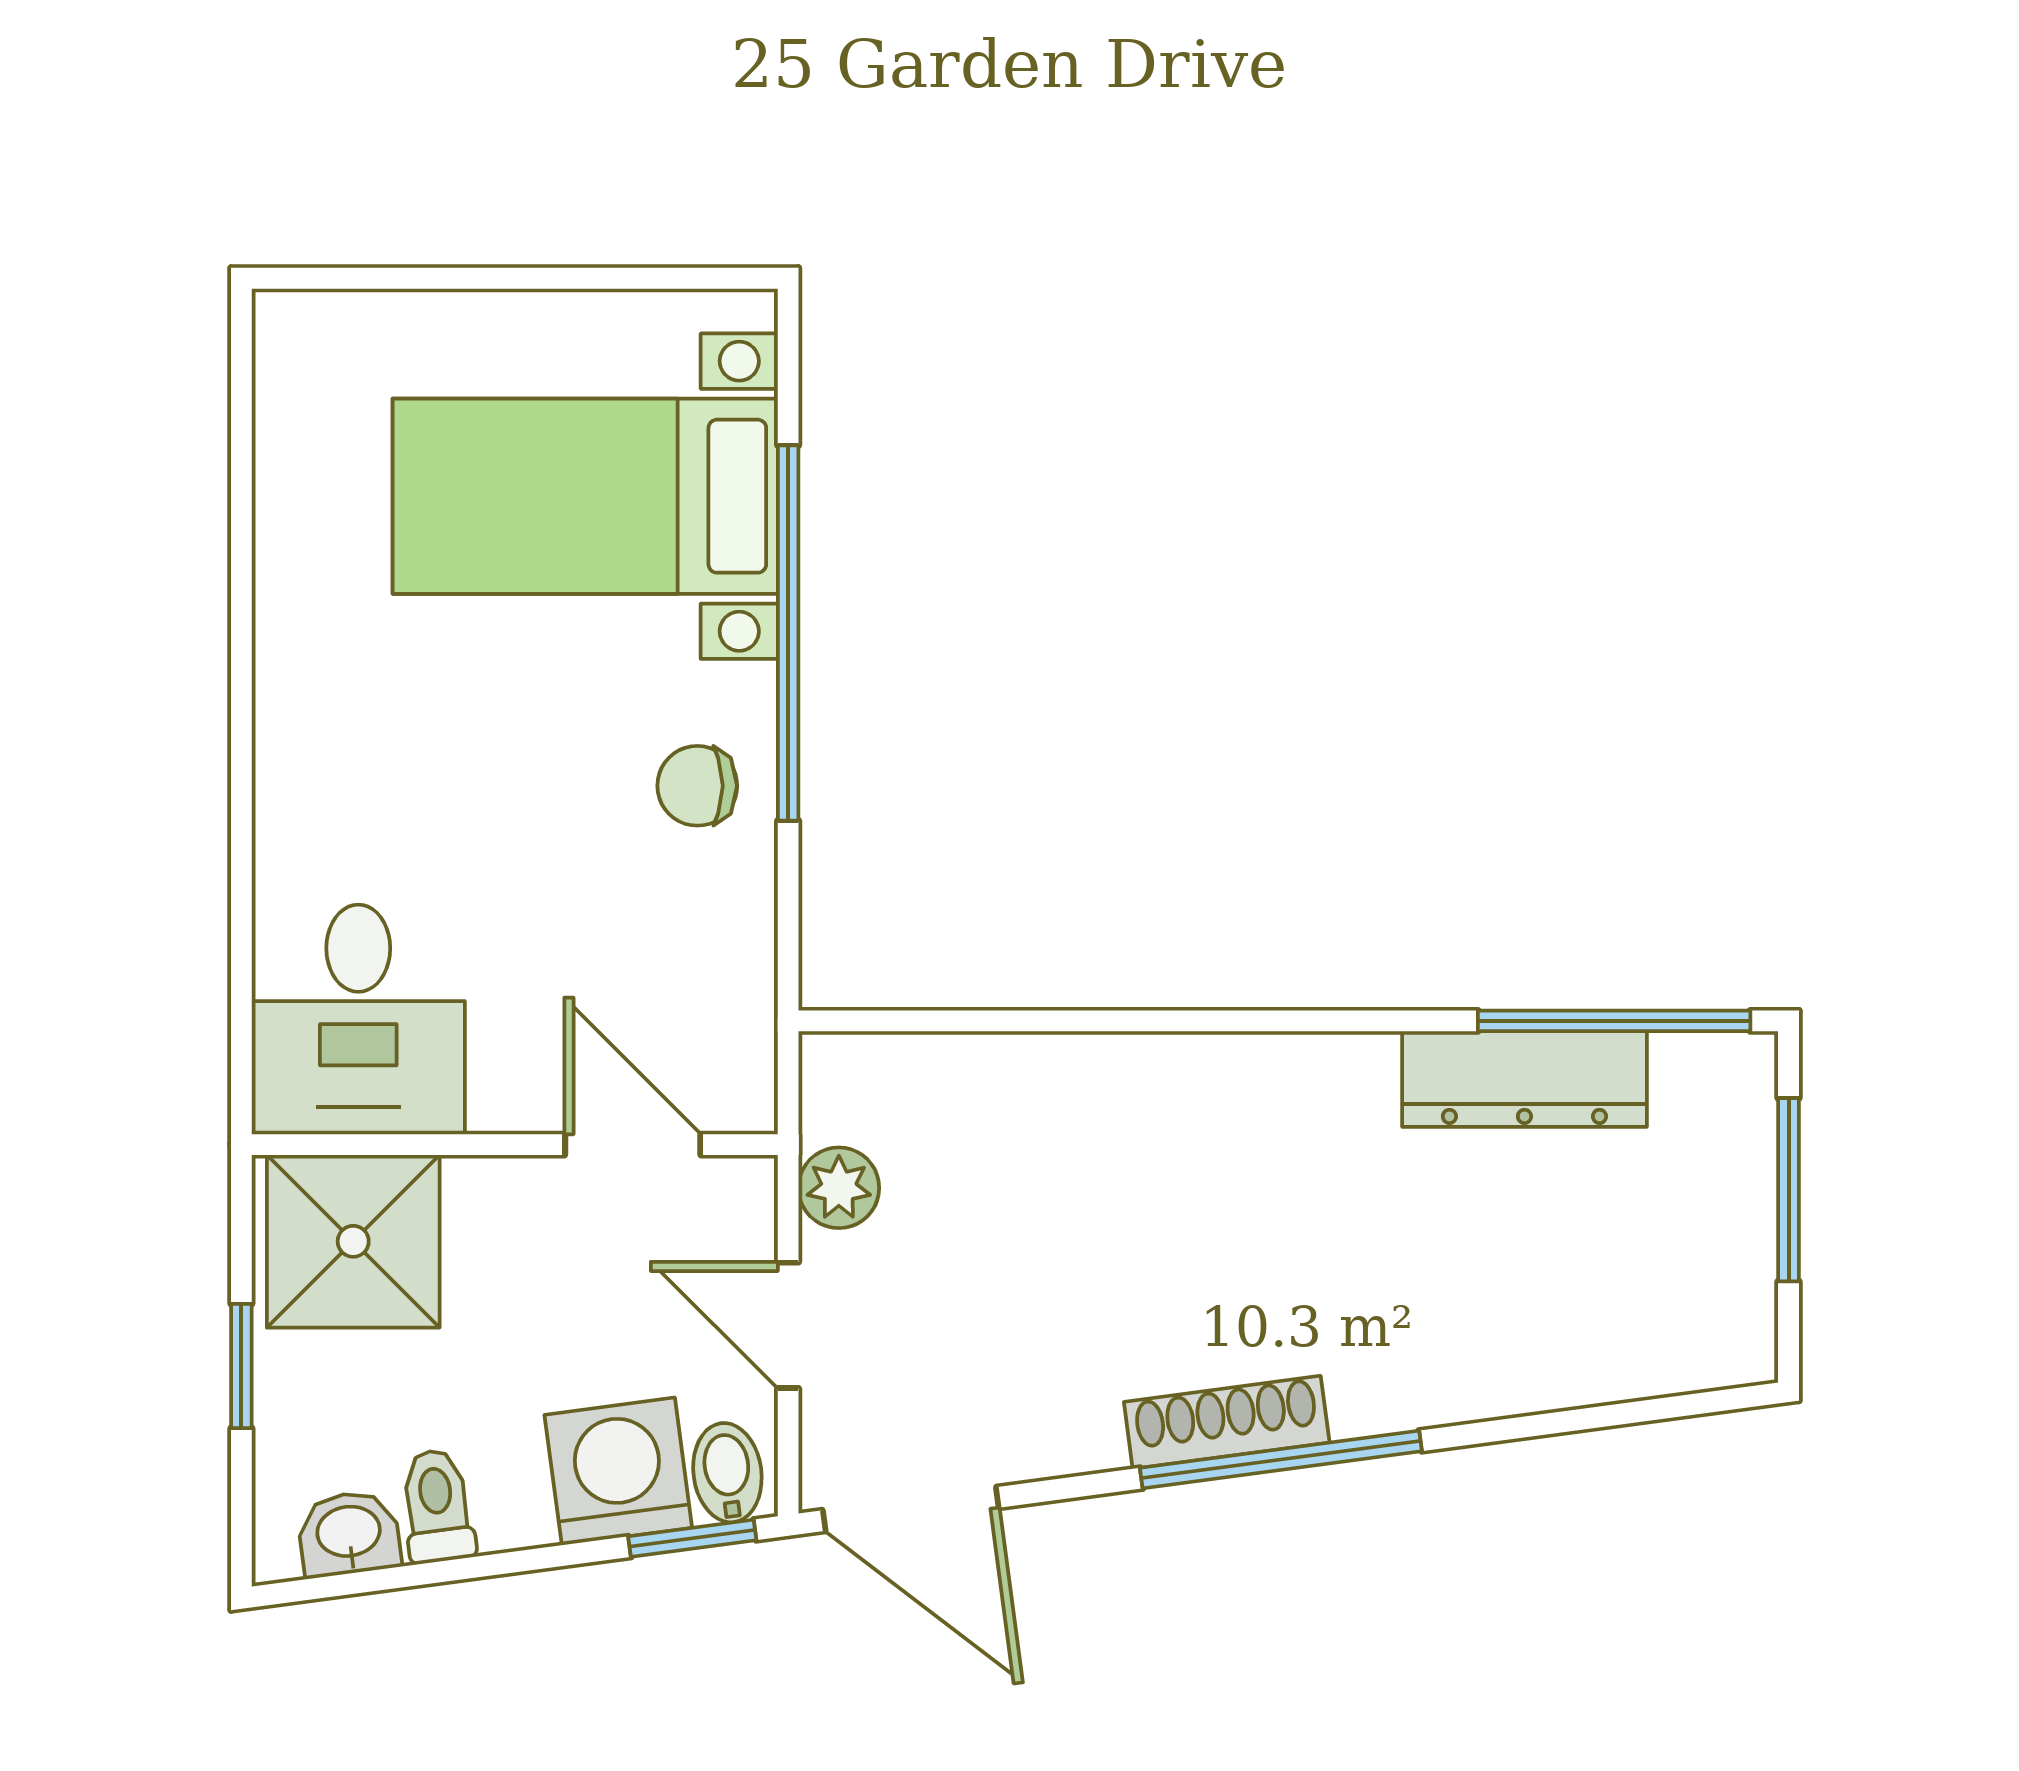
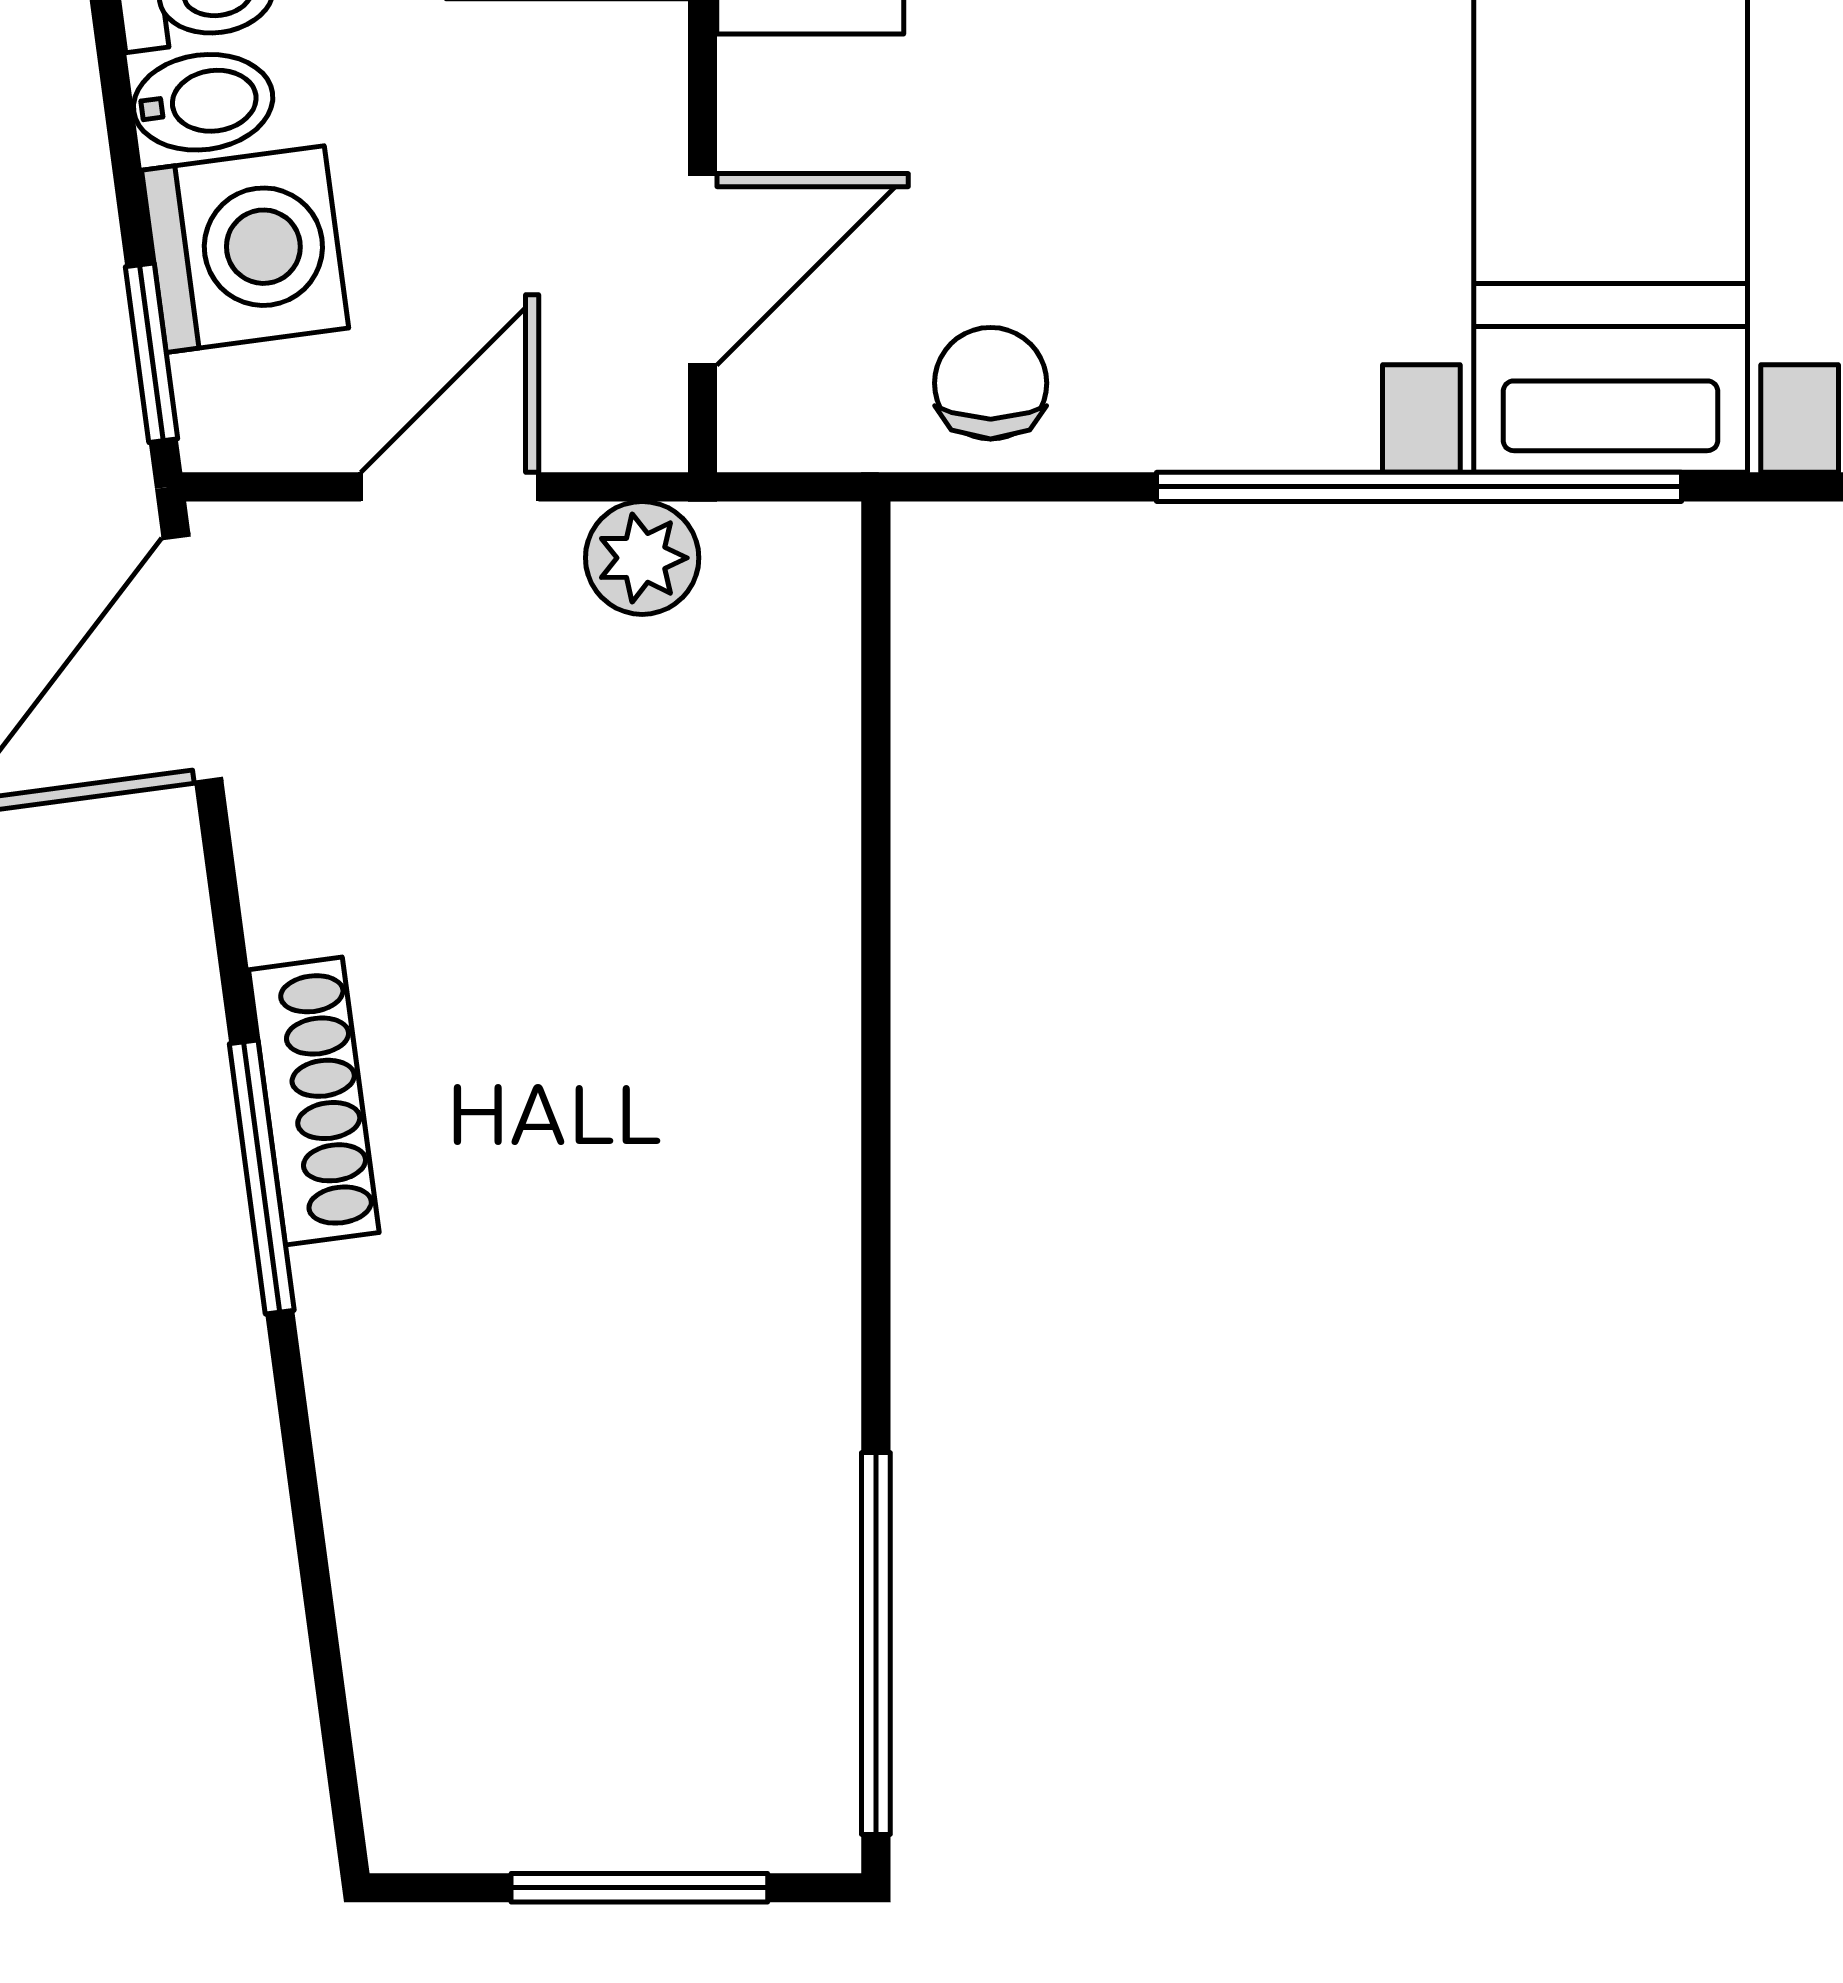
chair: (697, 786) -> (991, 383), moved
dresser: (1524, 1079) -> (794, 1518), removed
window: (1281, 1459) -> (262, 1177), width x0.69
bidet: (727, 1473) -> (203, 102), moved

